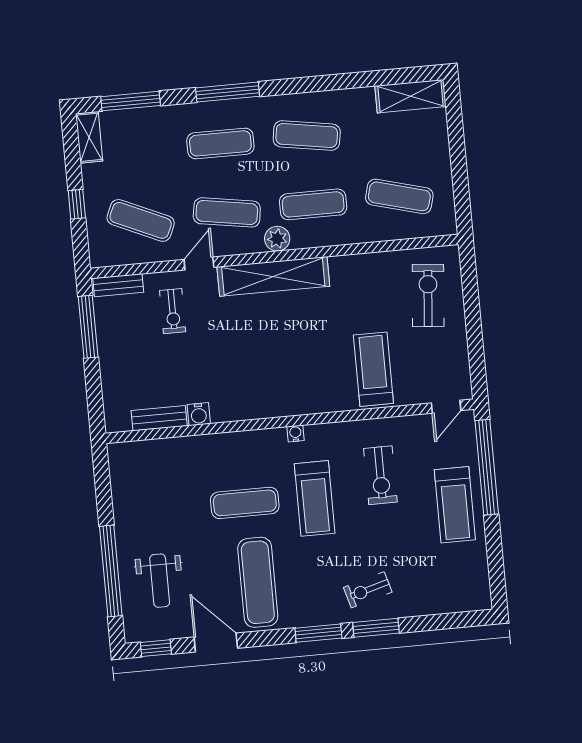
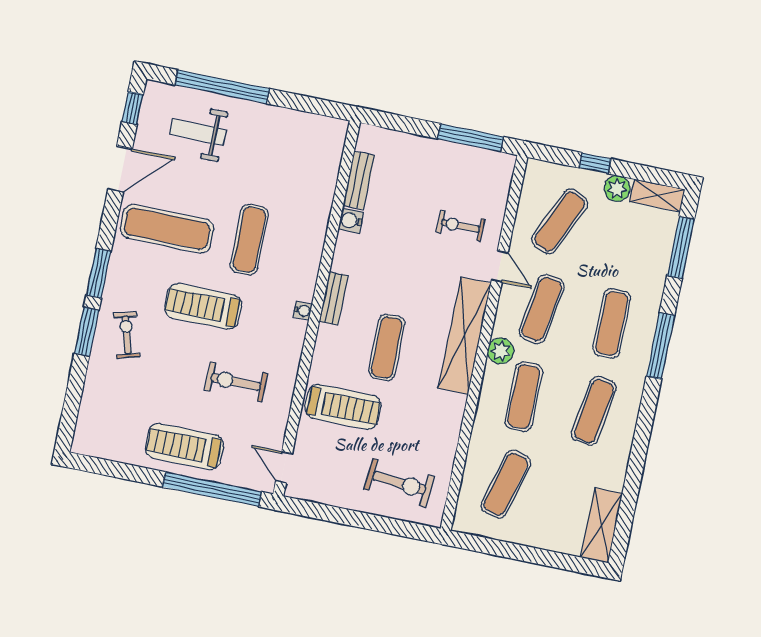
plant: (94, 177) -> (617, 189), added
bench: (118, 285) -> (334, 299), moved
exercise mat: (306, 345) -> (387, 347), added
treadmill: (315, 498) -> (203, 306), moved

